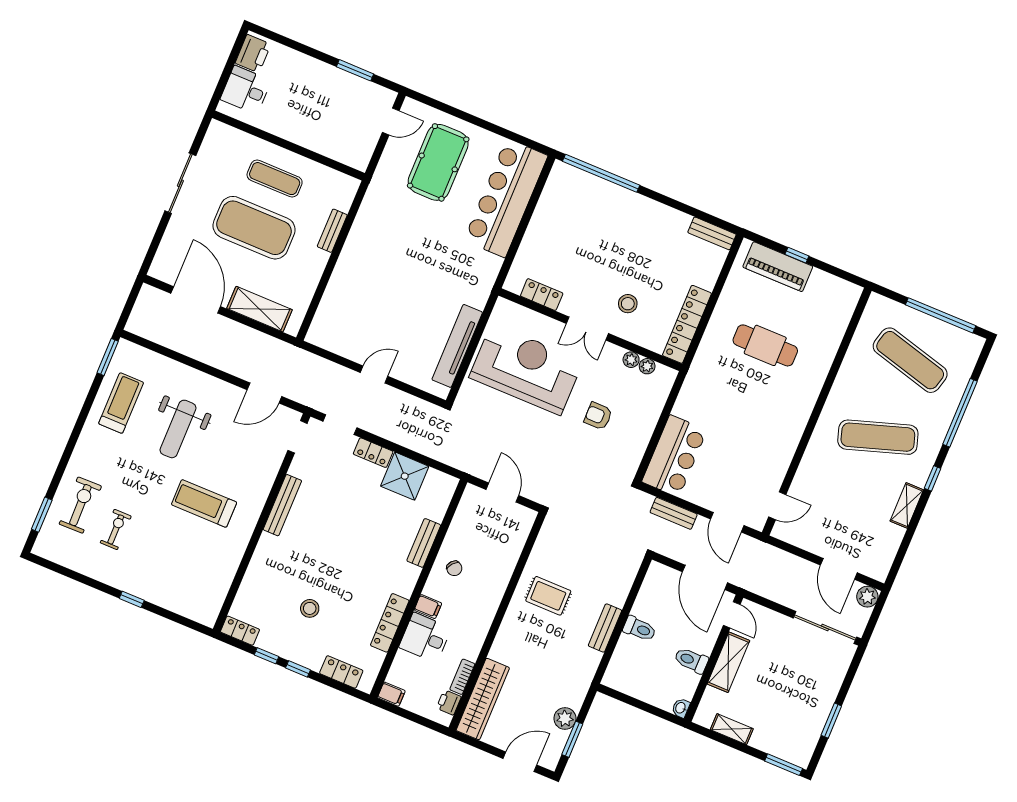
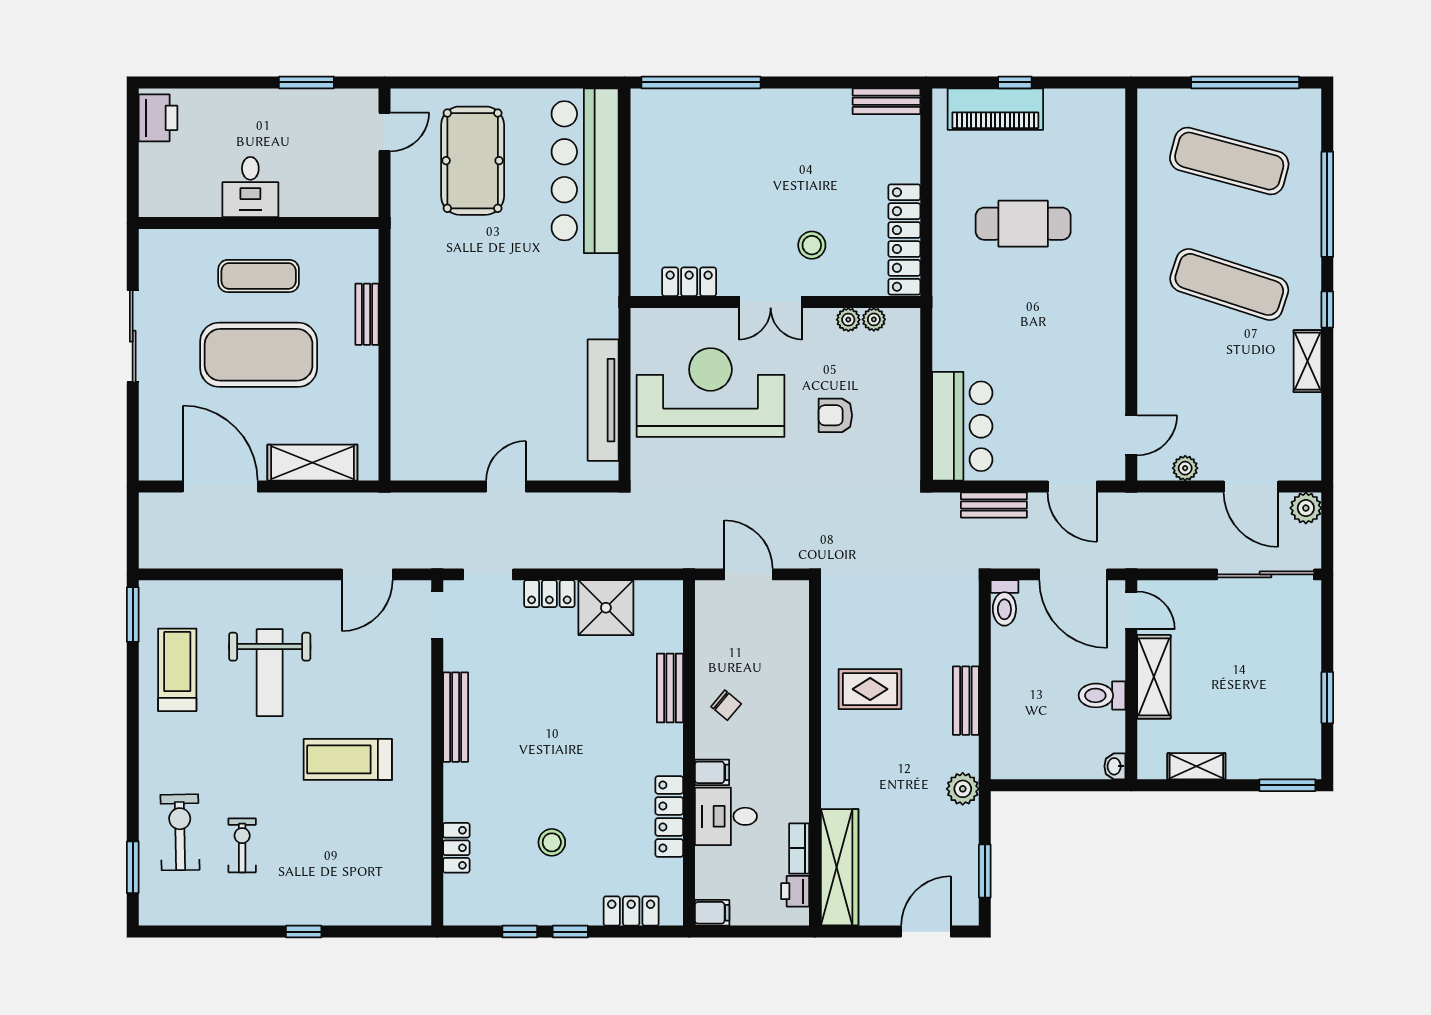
desk: (246, 90) -> (250, 187), moved, turned -90
exercise mat: (878, 437) -> (1229, 284), turned 36
plant: (802, 540) -> (1185, 468), added
toilet: (640, 629) -> (1004, 603), moved, turned 90
locker: (240, 631) -> (456, 848), moved, turned 90
plant: (565, 718) -> (963, 789), moved

